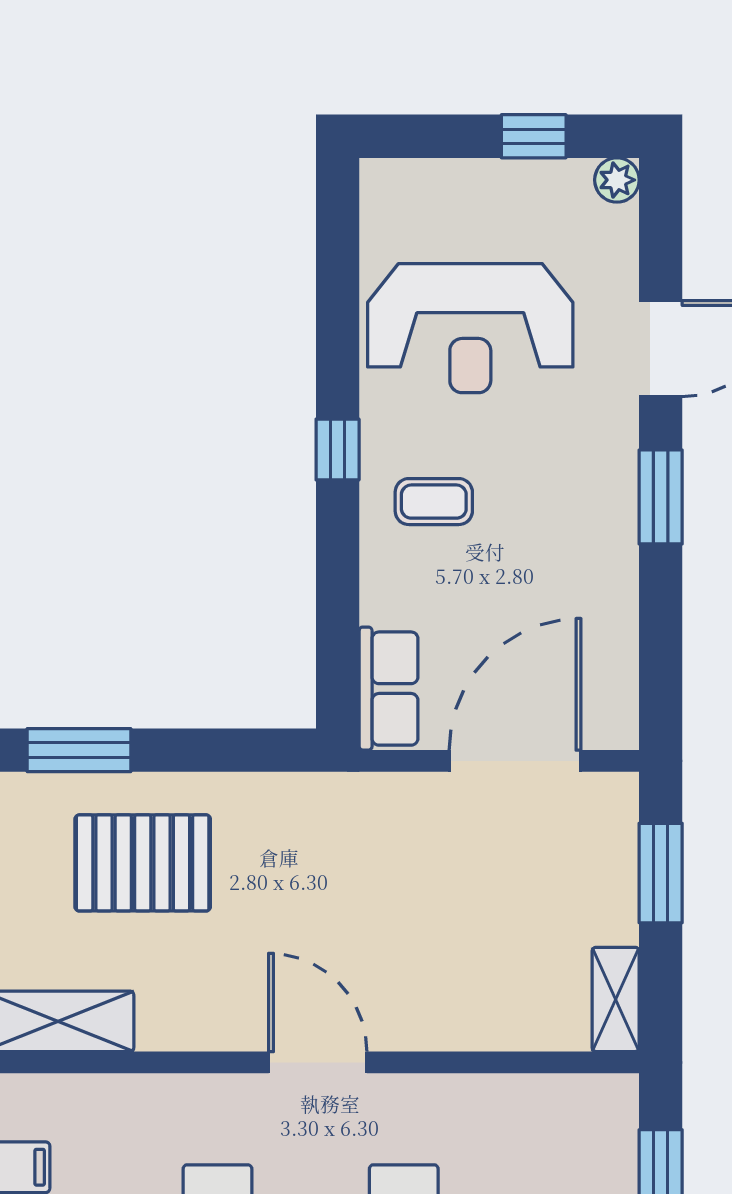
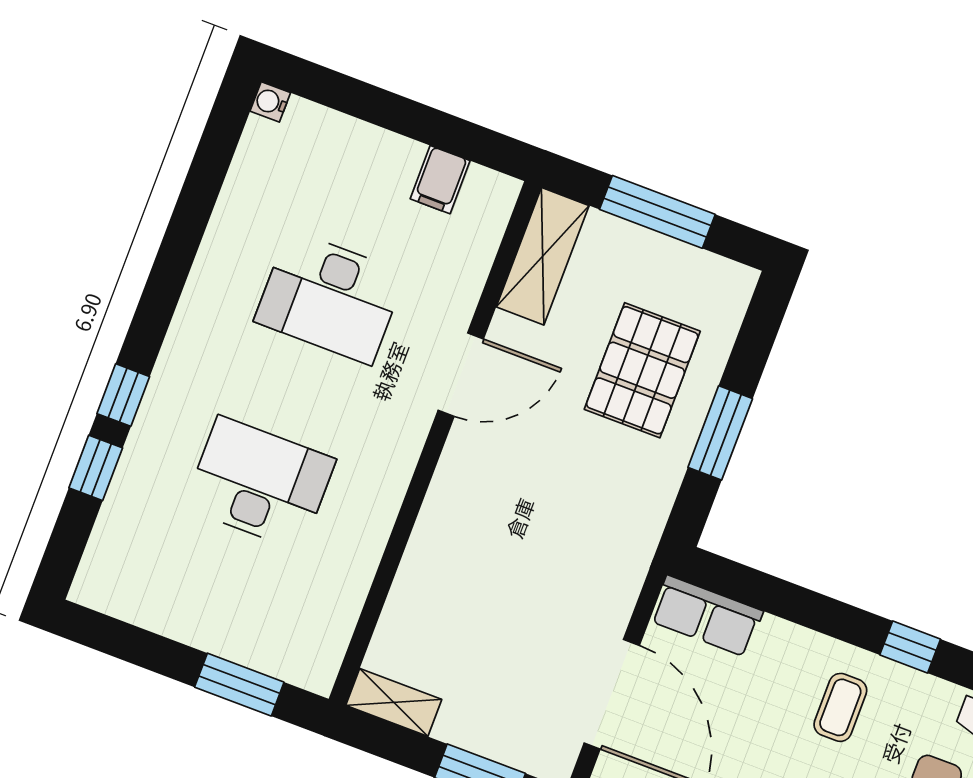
window: (79, 750) -> (720, 433), moved
door: (318, 1062) -> (461, 375), moved

